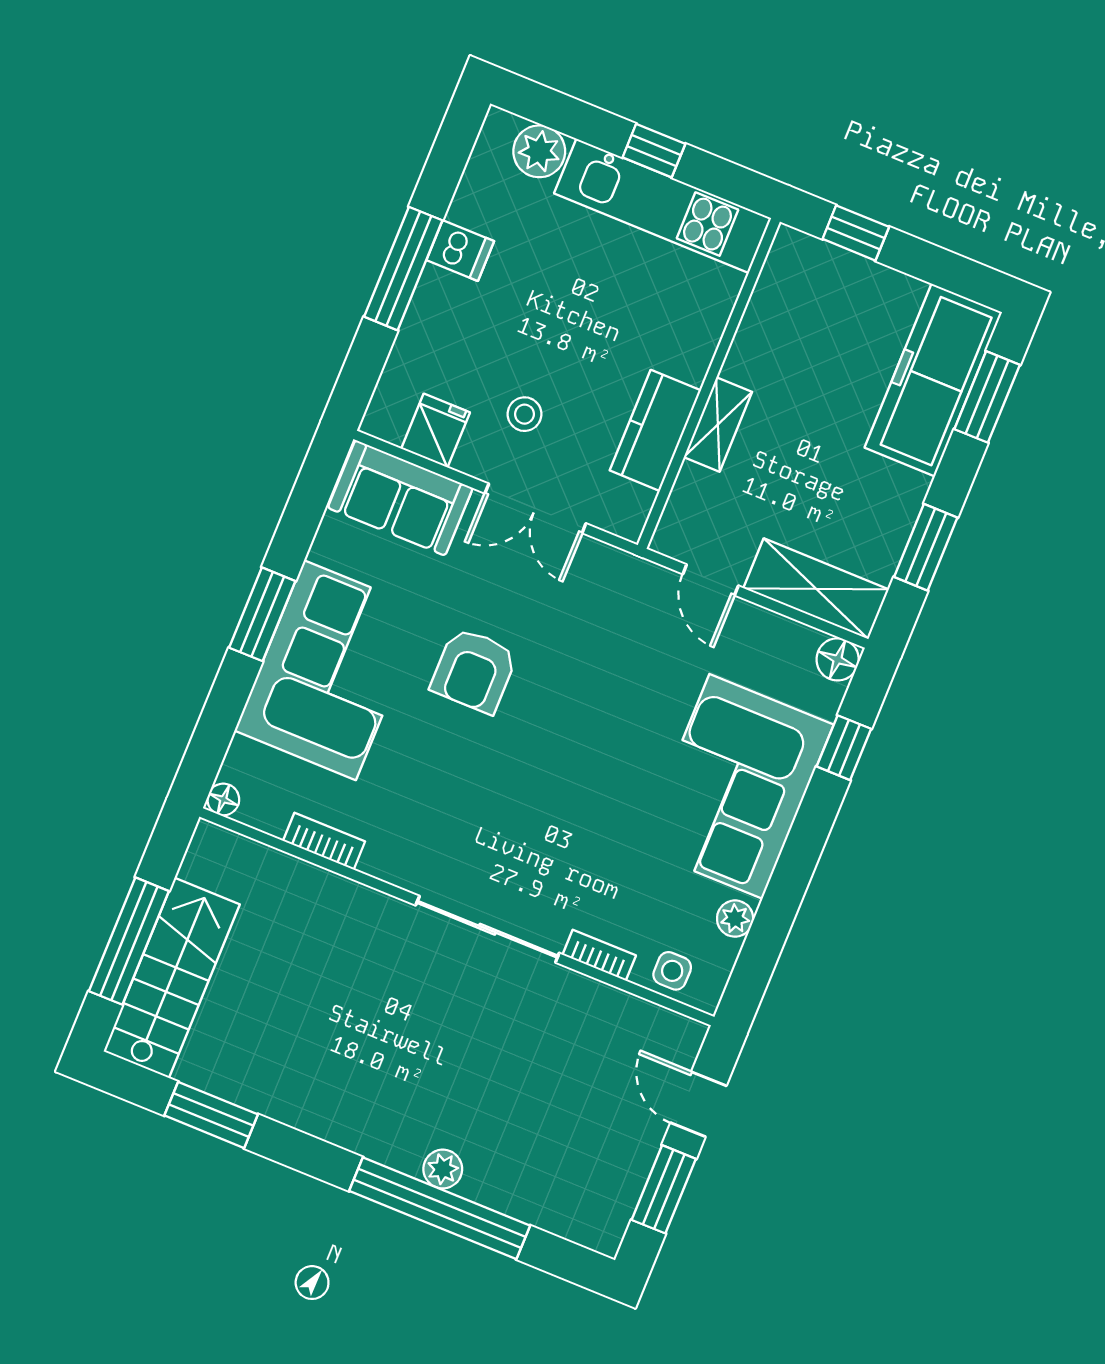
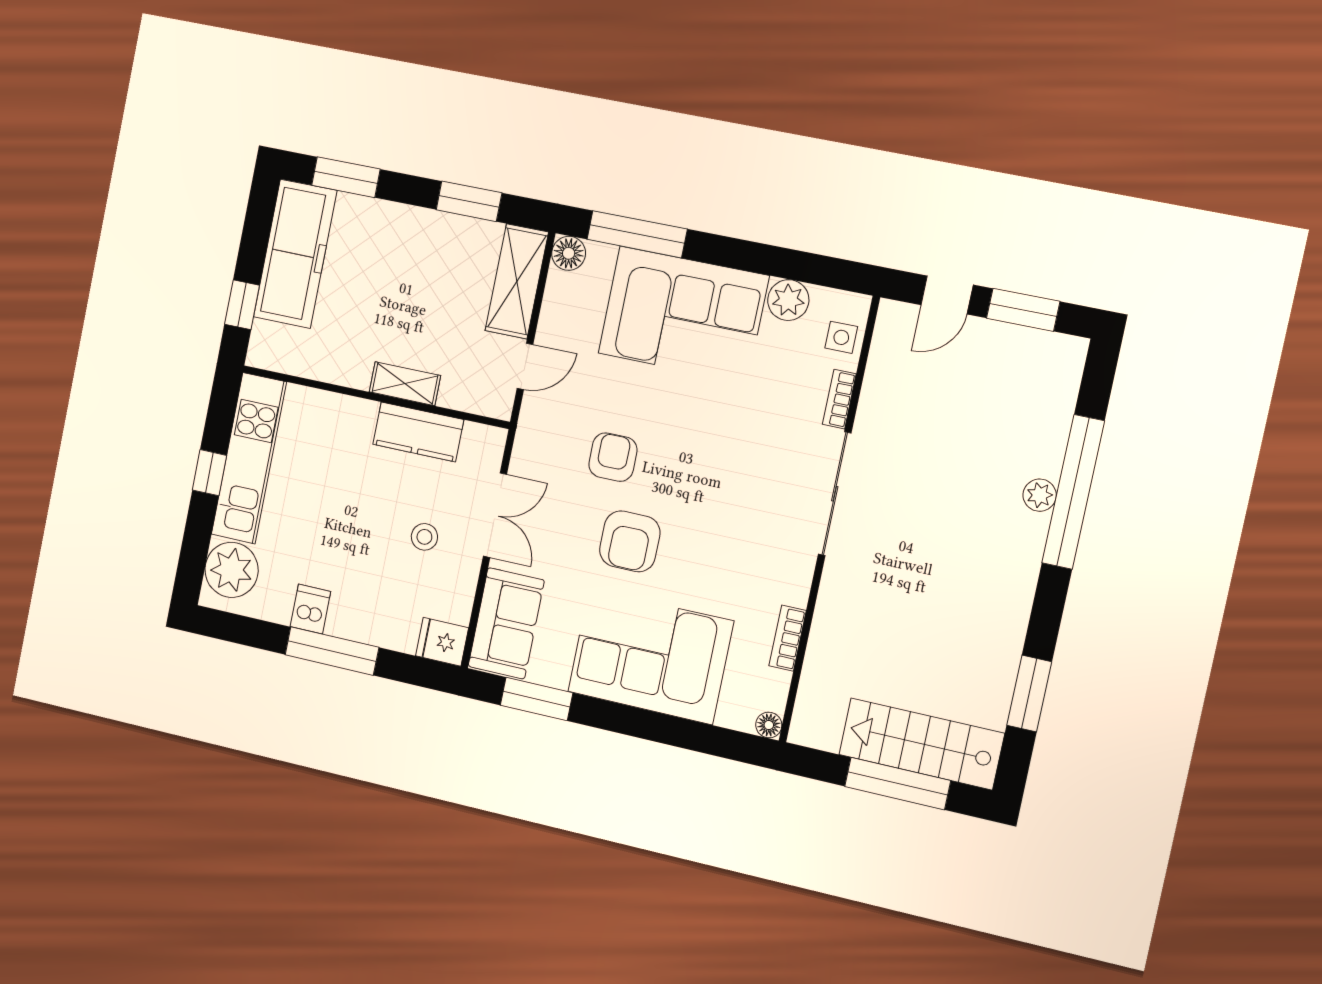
plant: (539, 151) -> (232, 570), width x1.36, depth x1.36
freezer: (933, 380) -> (295, 254), moved, turned -90
fridge: (436, 431) -> (442, 642), moved
window: (262, 614) -> (537, 699), moved
armchair: (580, 668) -> (613, 457), added
armchair: (474, 670) -> (630, 541), turned 90
window: (844, 748) -> (637, 234), width x2.17
plant: (735, 919) -> (788, 300), width x1.38, depth x1.38

